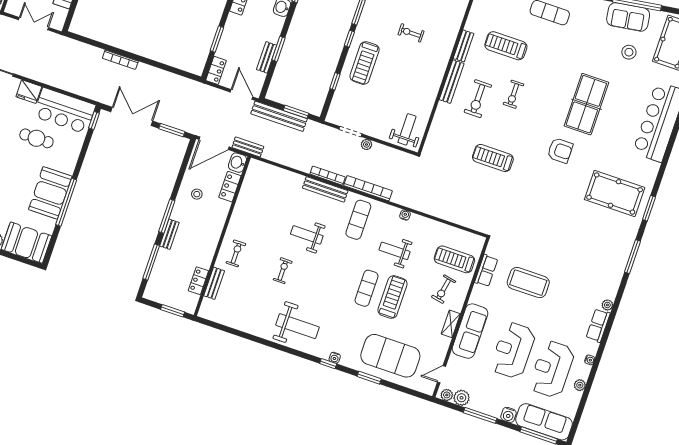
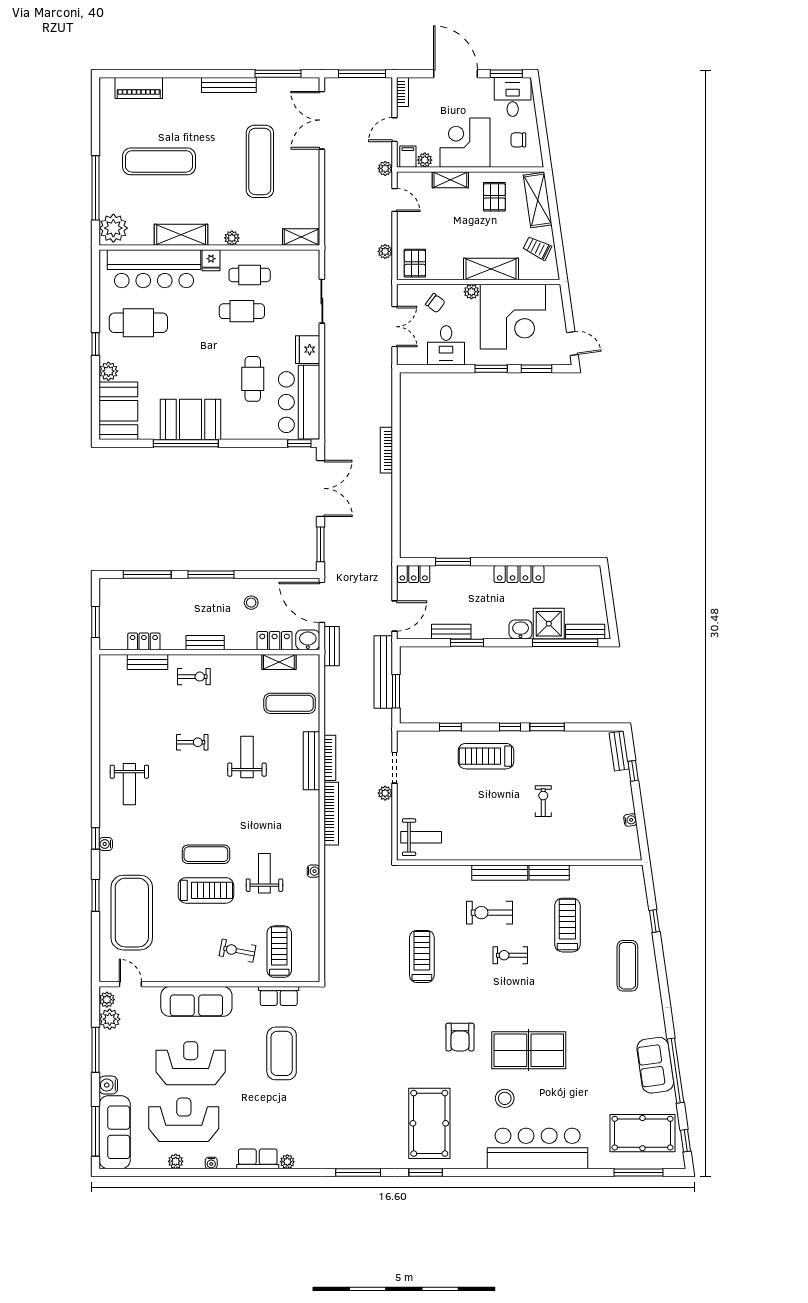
stool: (629, 52) -> (505, 1098), moved
exercise mat: (358, 220) -> (290, 703), moved
bench: (169, 234) -> (205, 643), moved
shelving: (451, 324) -> (279, 662), moved
weight bench: (297, 326) -> (129, 784), width x0.73, depth x0.75

